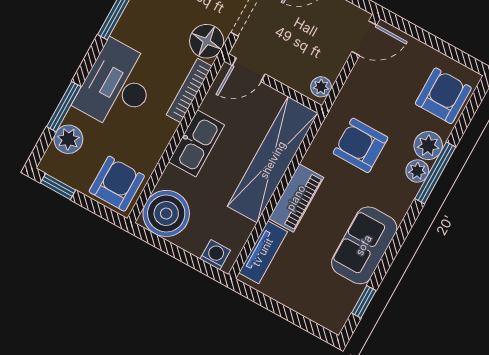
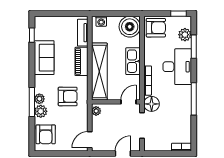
armchair: (117, 184) -> (156, 28), turned -90

